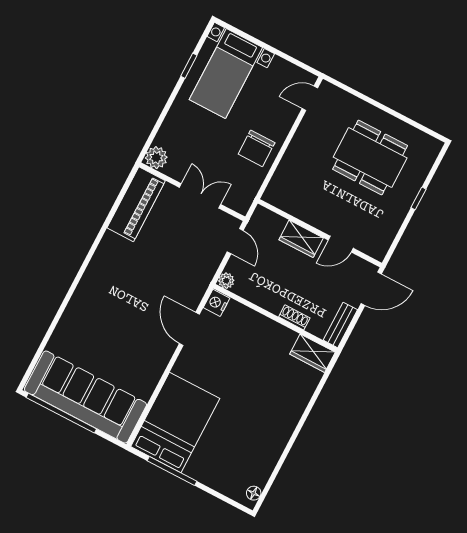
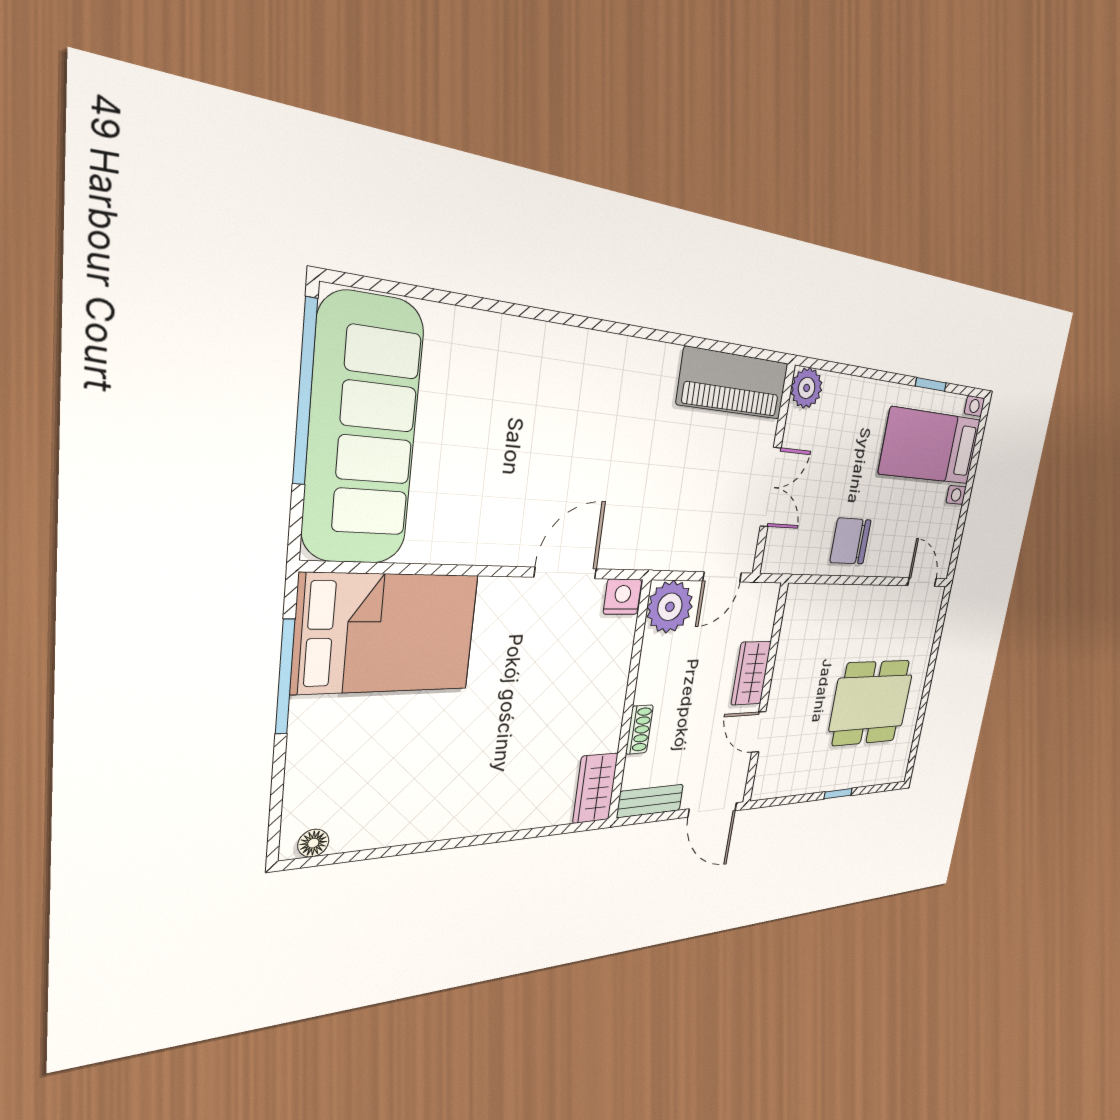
dining table: (370, 157) -> (871, 703), turned 90
plant: (226, 281) -> (670, 607), width x1.87, depth x1.87

